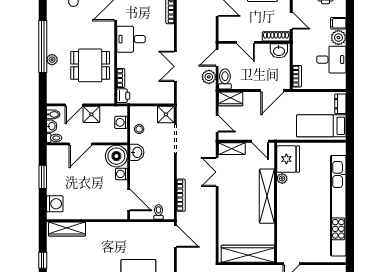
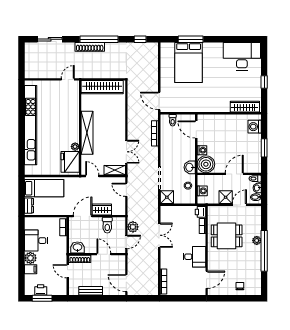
toilet: (225, 79) -> (107, 225), moved
wardrobe: (231, 99) -> (102, 209), moved

